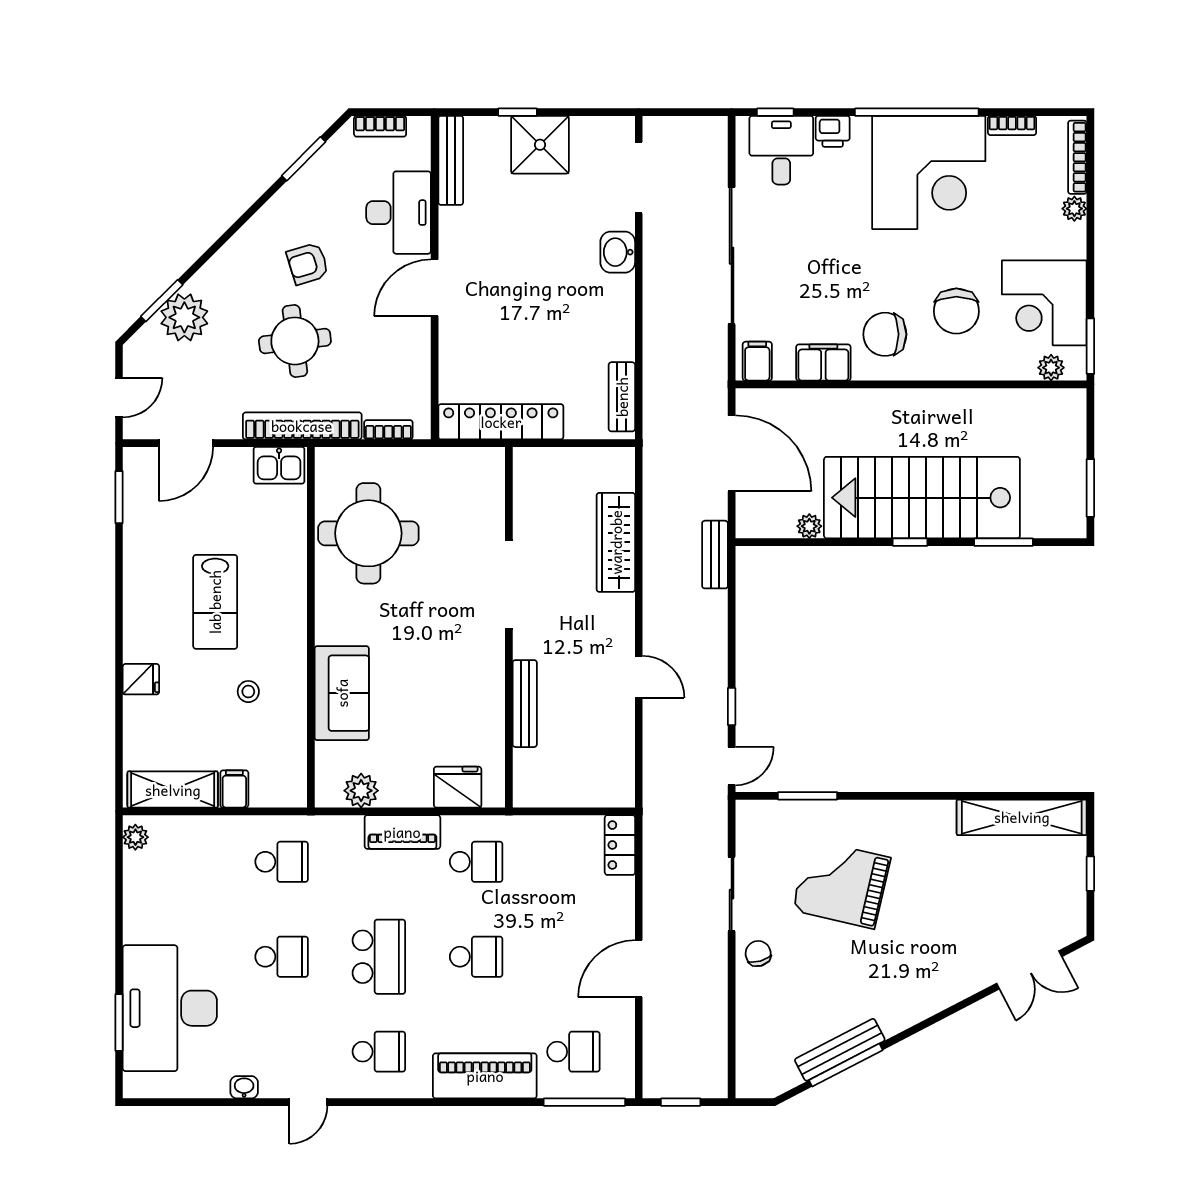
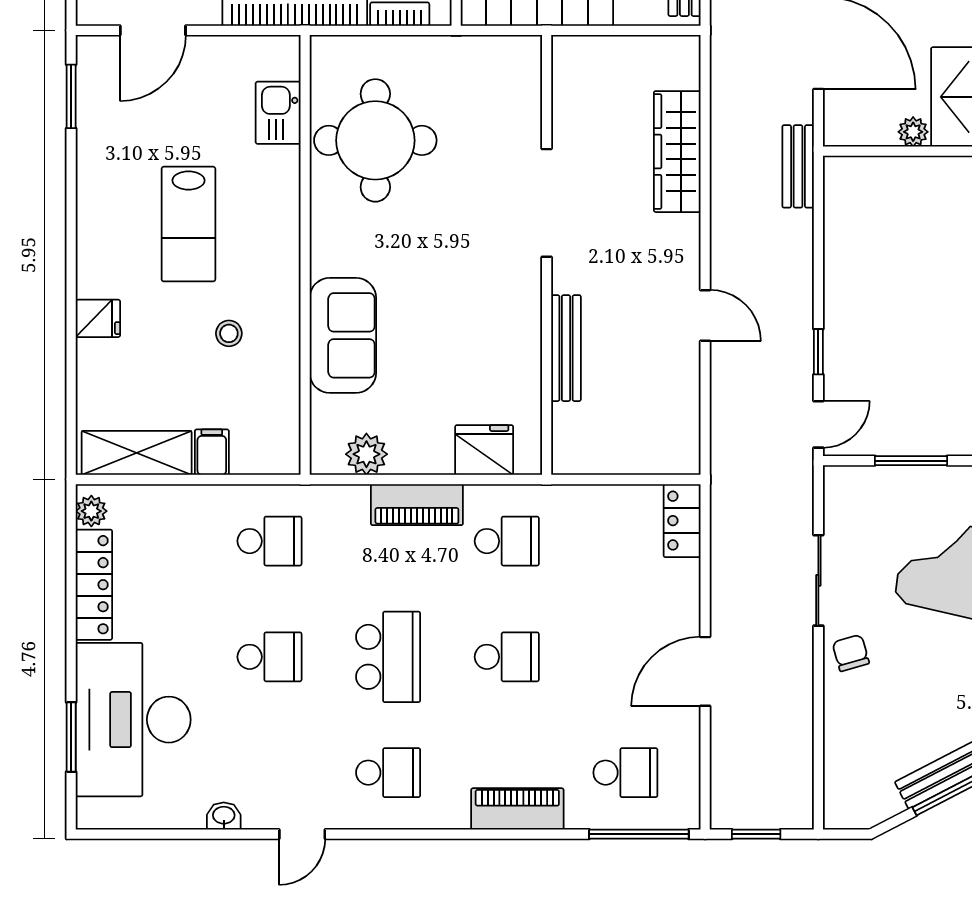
kitchen sink: (279, 465) -> (278, 113), moved, turned 90
locker: (138, 898) -> (94, 585), added
piano: (485, 1076) -> (517, 809), width x0.73, depth x0.75

